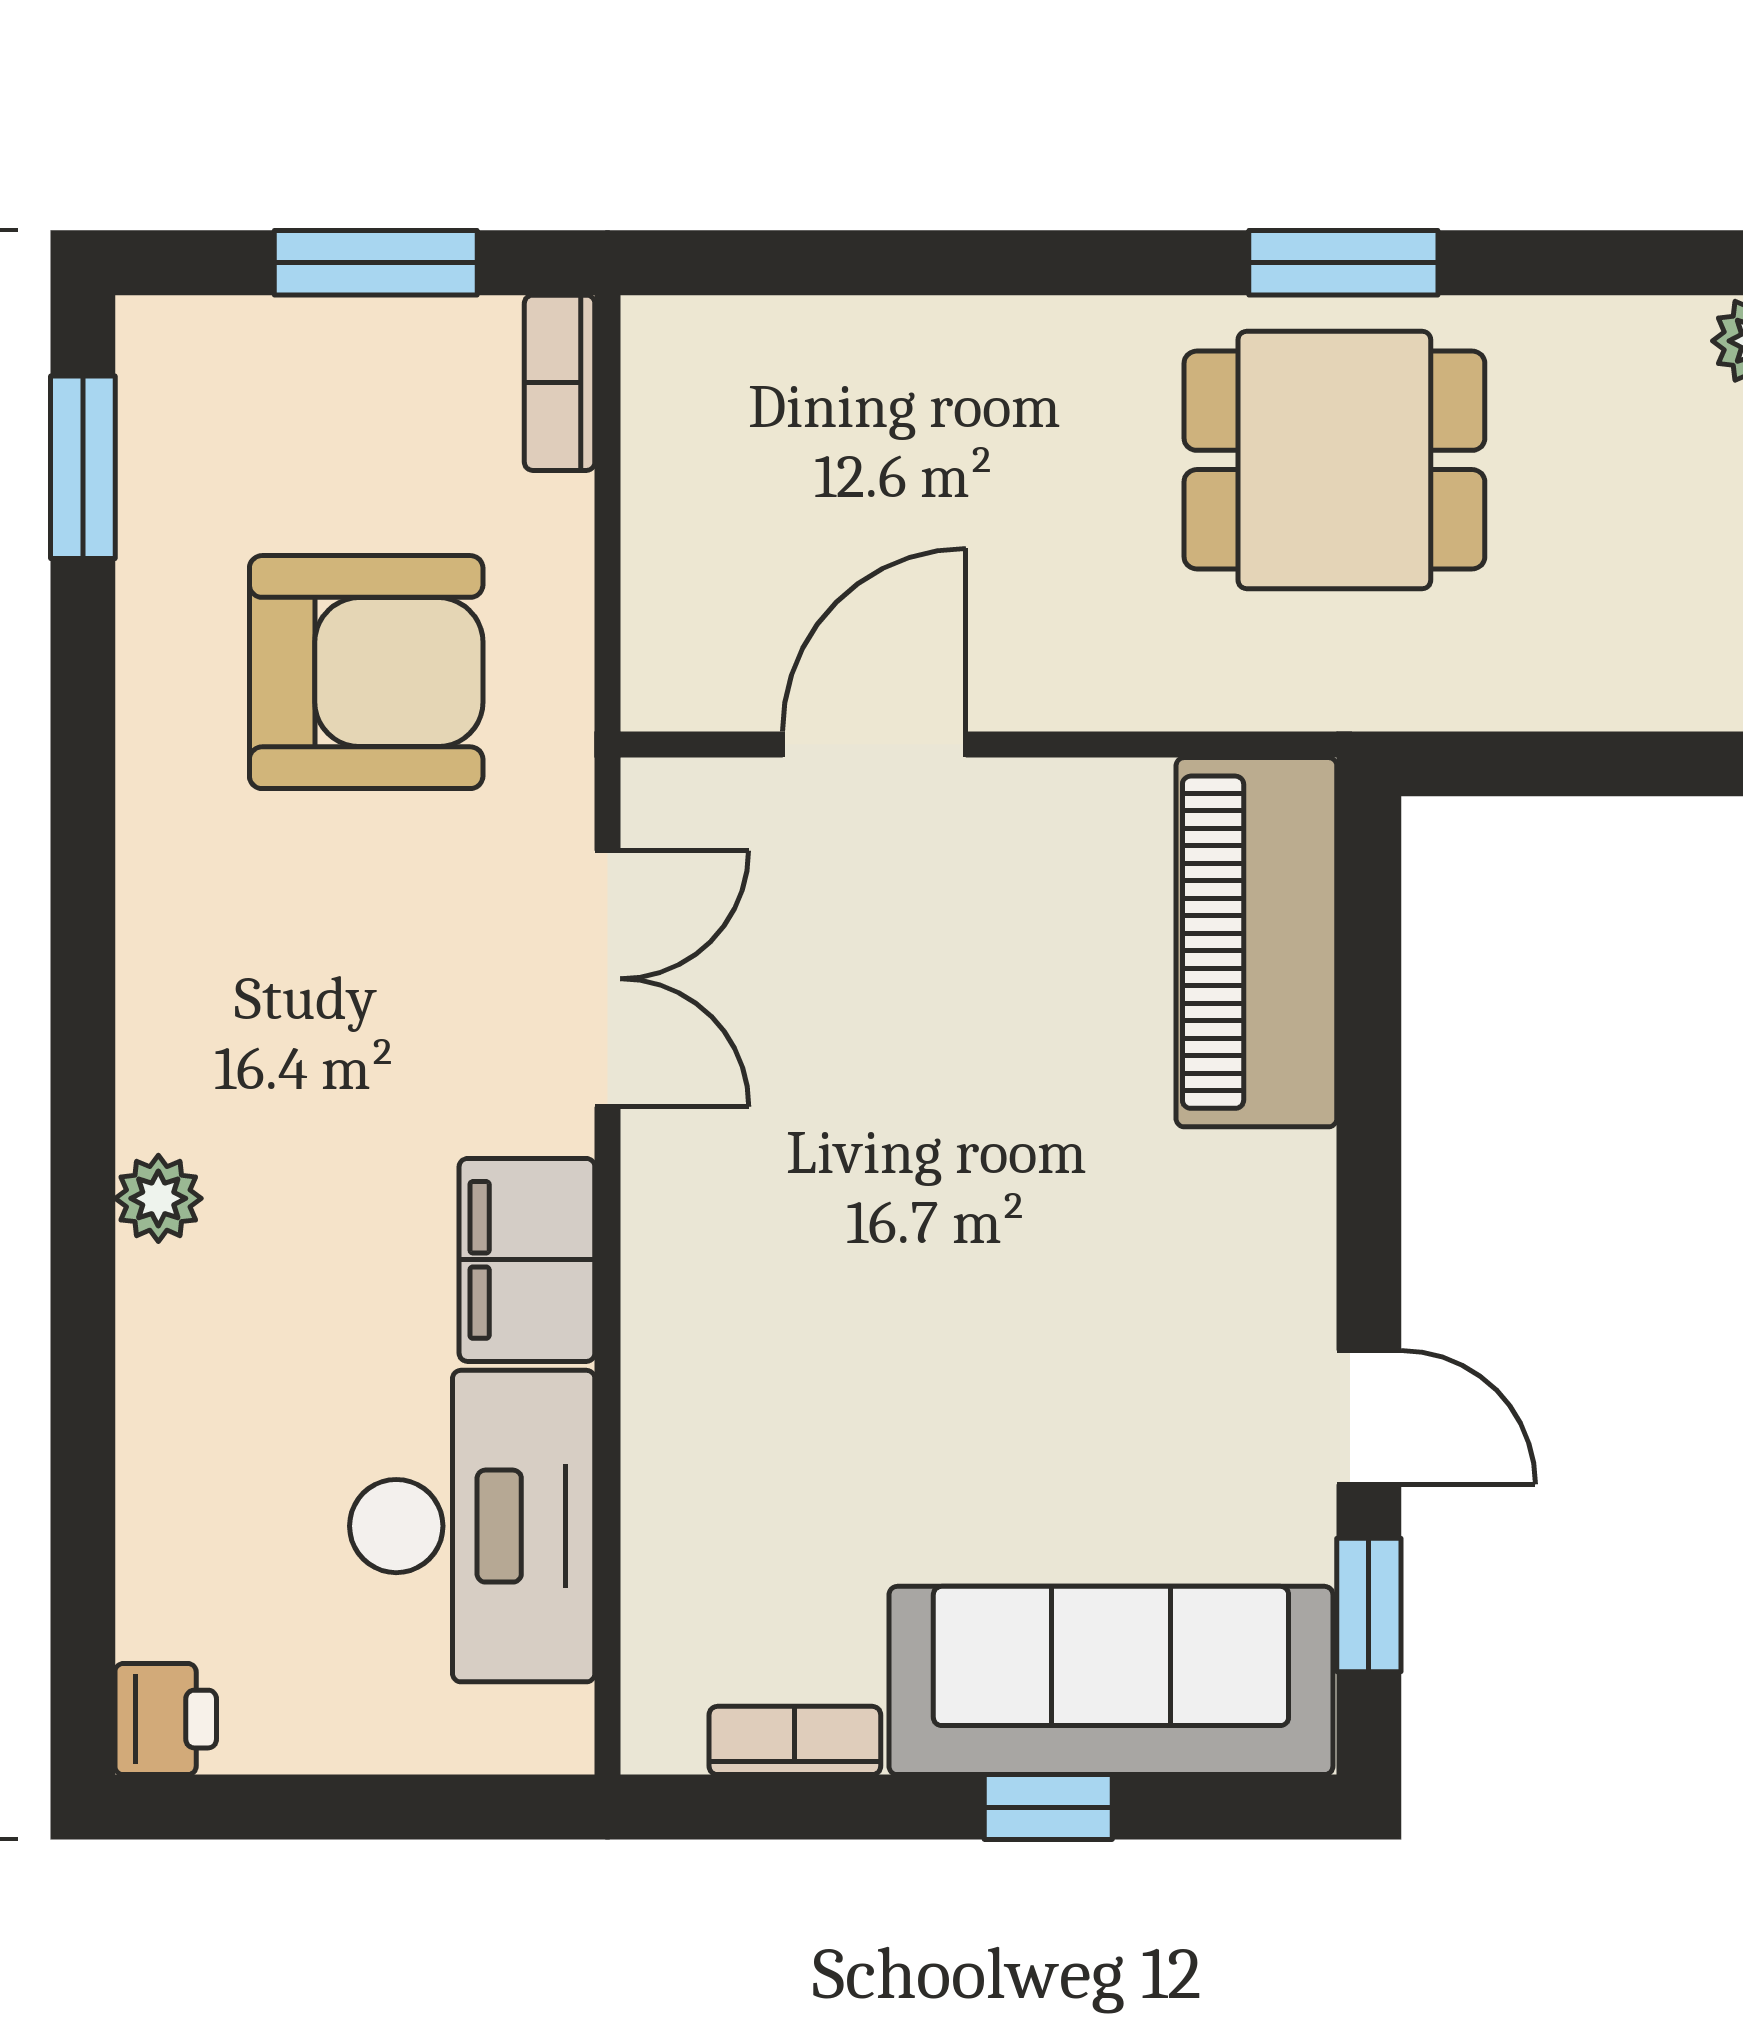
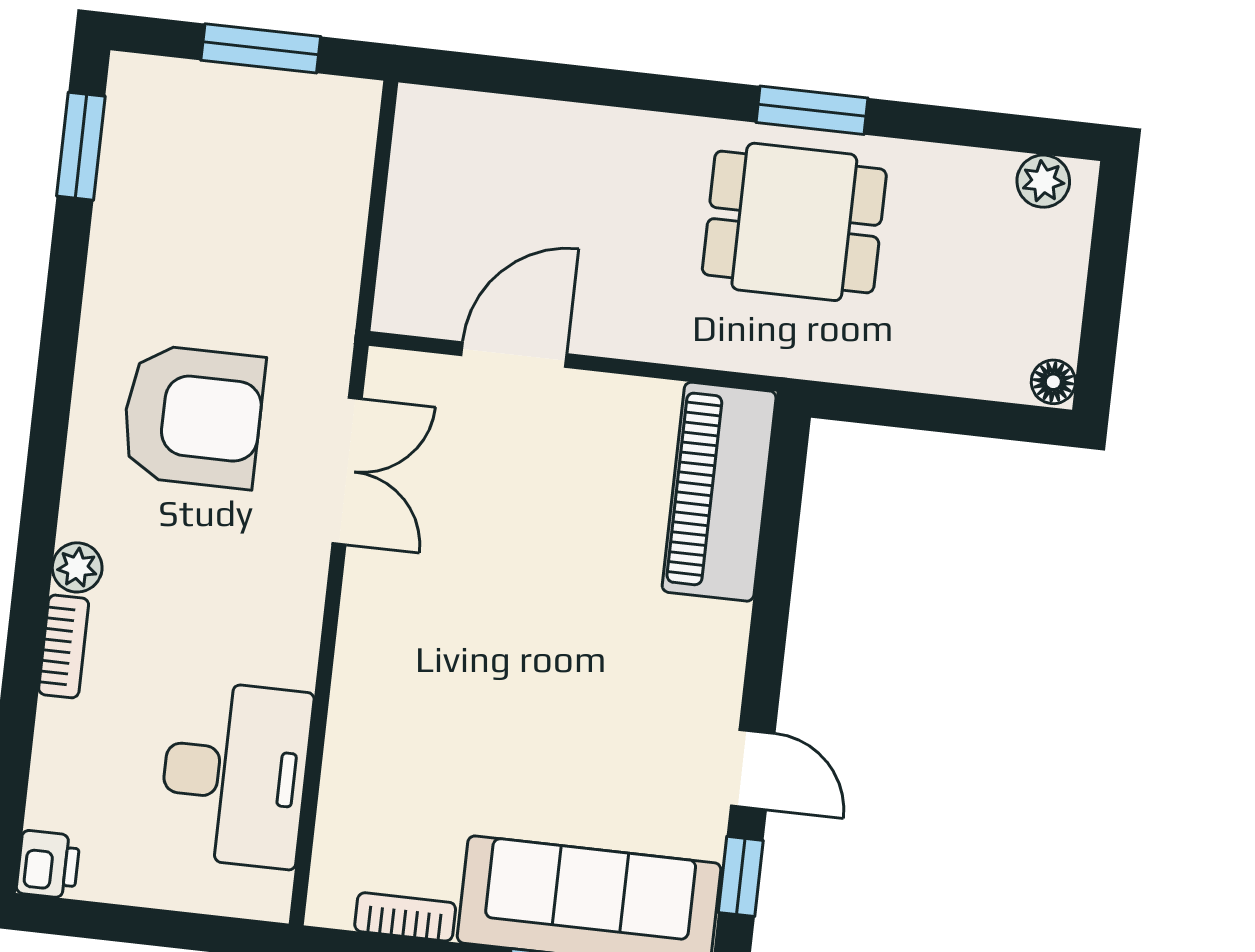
bookcase: (560, 383) -> (64, 646), moved, turned 180
armchair: (366, 672) -> (193, 416), moved
filing cabinet: (527, 1260) -> (283, 626), removed

